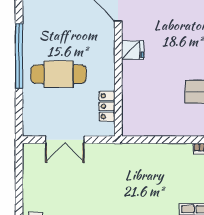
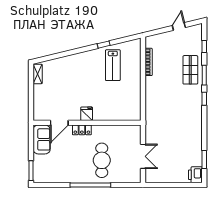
locker: (107, 106) -> (82, 130), moved

